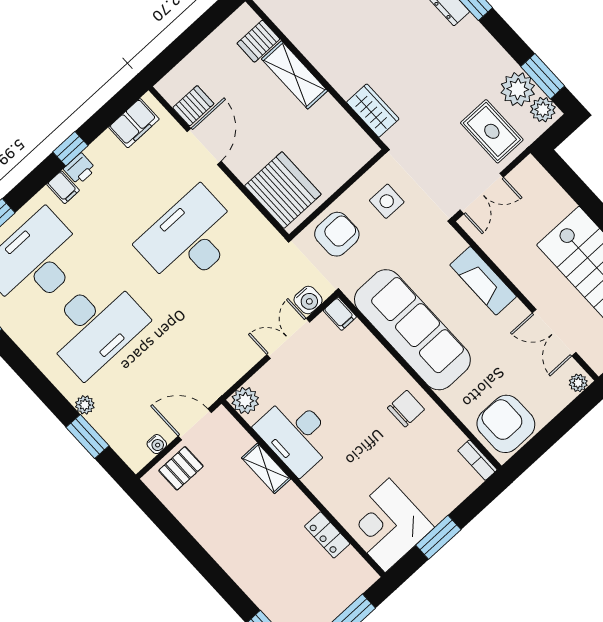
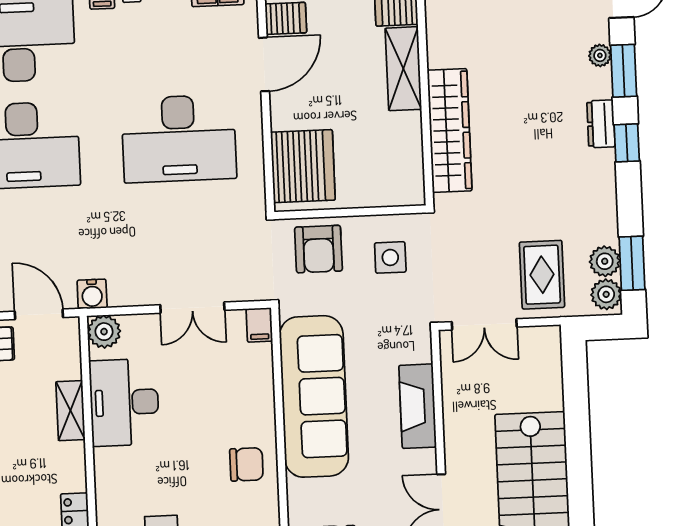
plant: (518, 89) -> (605, 261), width x0.73, depth x0.73
wardrobe: (373, 111) -> (450, 131), width x2.10, depth x1.17
armchair: (337, 234) -> (318, 249), turned 90
desk: (190, 239) -> (179, 139), turned 180
water cooler: (308, 300) -> (92, 294), moved
double door: (288, 338) -> (192, 308), swing flipped

